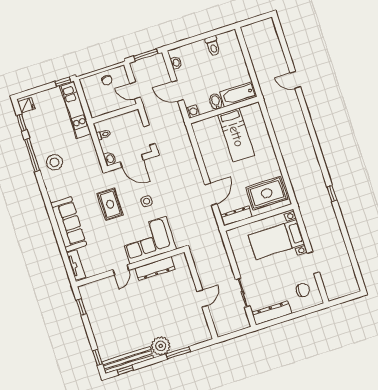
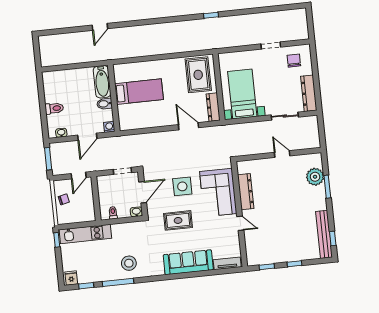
toilet: (213, 46) -> (54, 108), moved
side table: (147, 201) -> (182, 186), width x1.87, depth x1.87
bed with nightstands: (276, 240) -> (242, 94), moved, turned 180
plant: (161, 346) -> (315, 177), moved
window: (97, 357) -> (294, 264), moved

